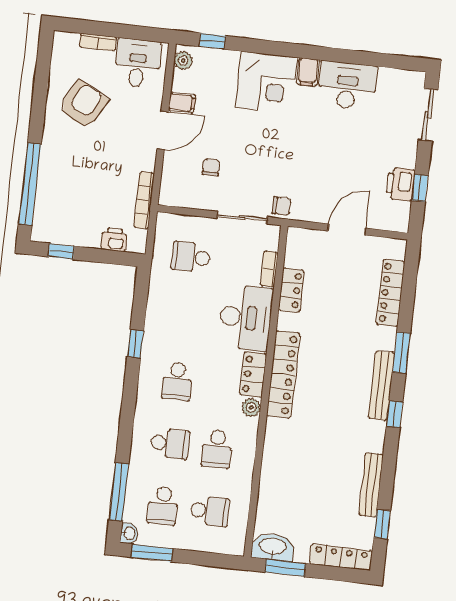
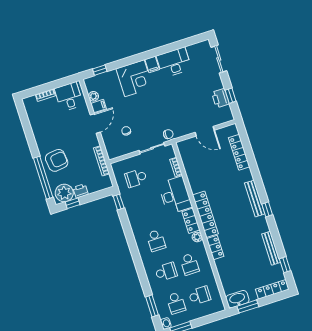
plant: (183, 61) -> (93, 96), moved
armchair: (83, 104) -> (57, 160), moved, turned 55
plant: (54, 227) -> (64, 193), added
door: (347, 229) -> (205, 131), swing flipped
printer: (114, 240) -> (81, 191), moved
locker: (291, 290) -> (215, 248), moved
window: (135, 344) -> (119, 202), moved
window: (401, 353) -> (257, 179), removed
window: (119, 492) -> (152, 306), width x0.69

